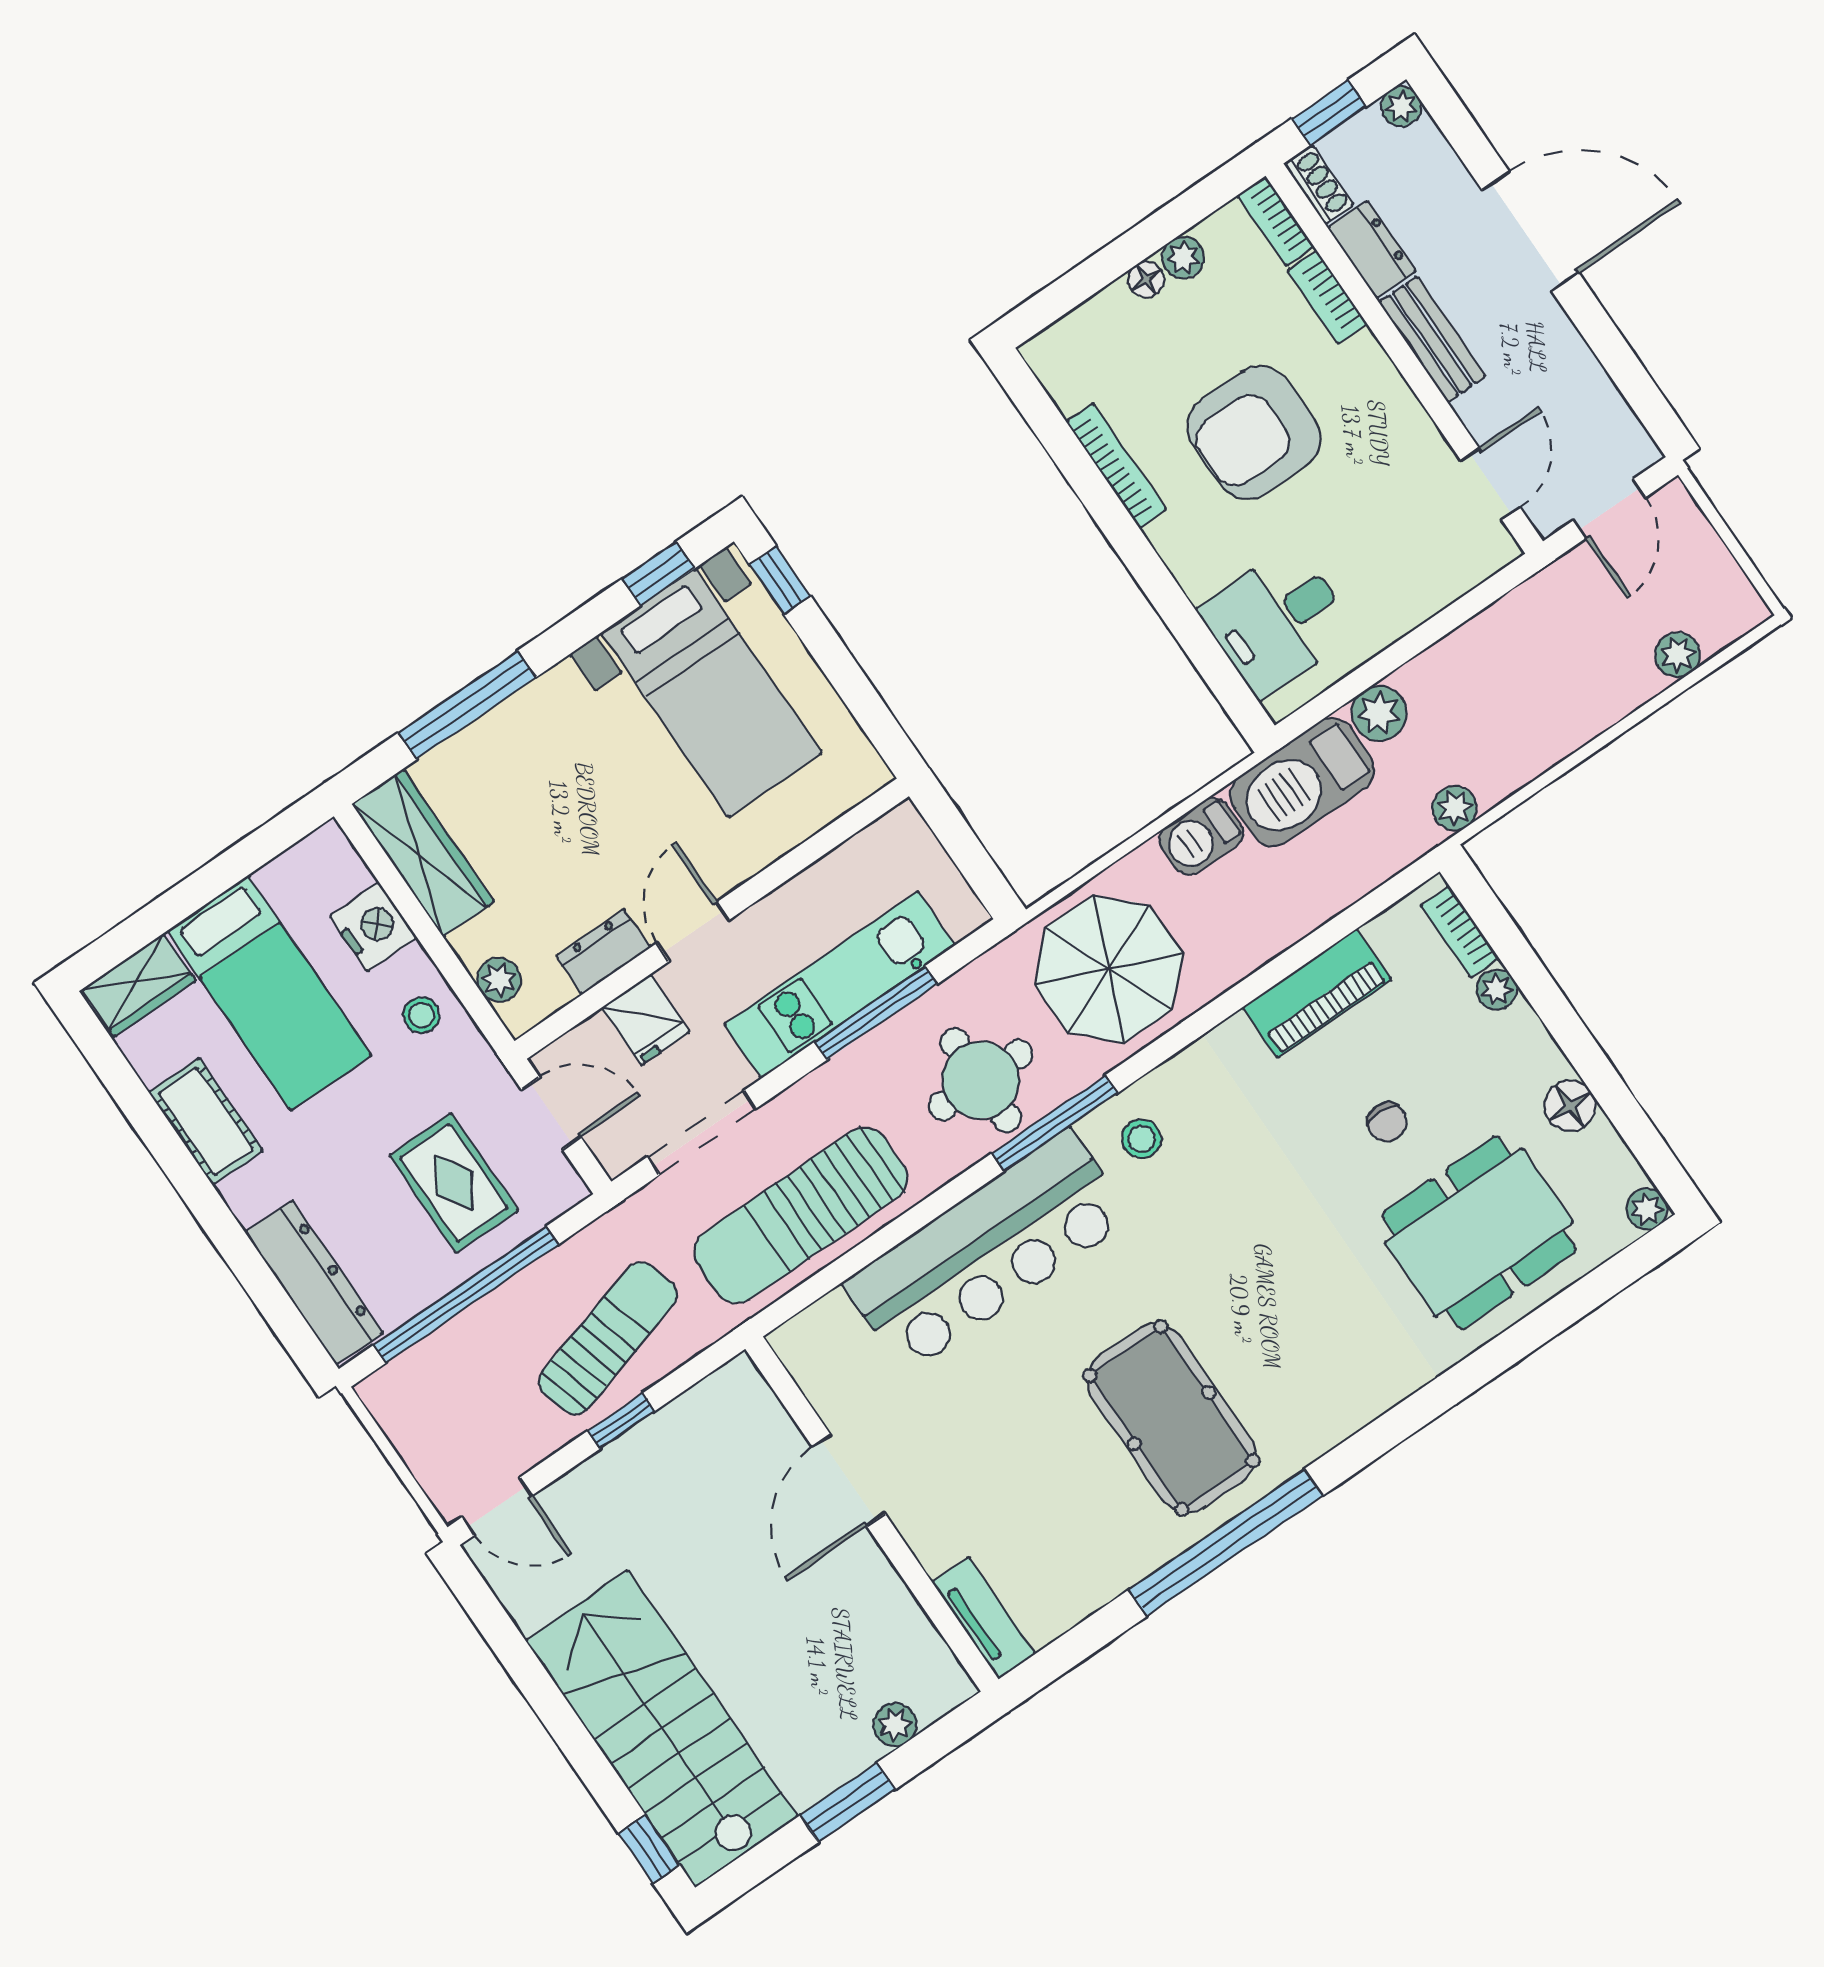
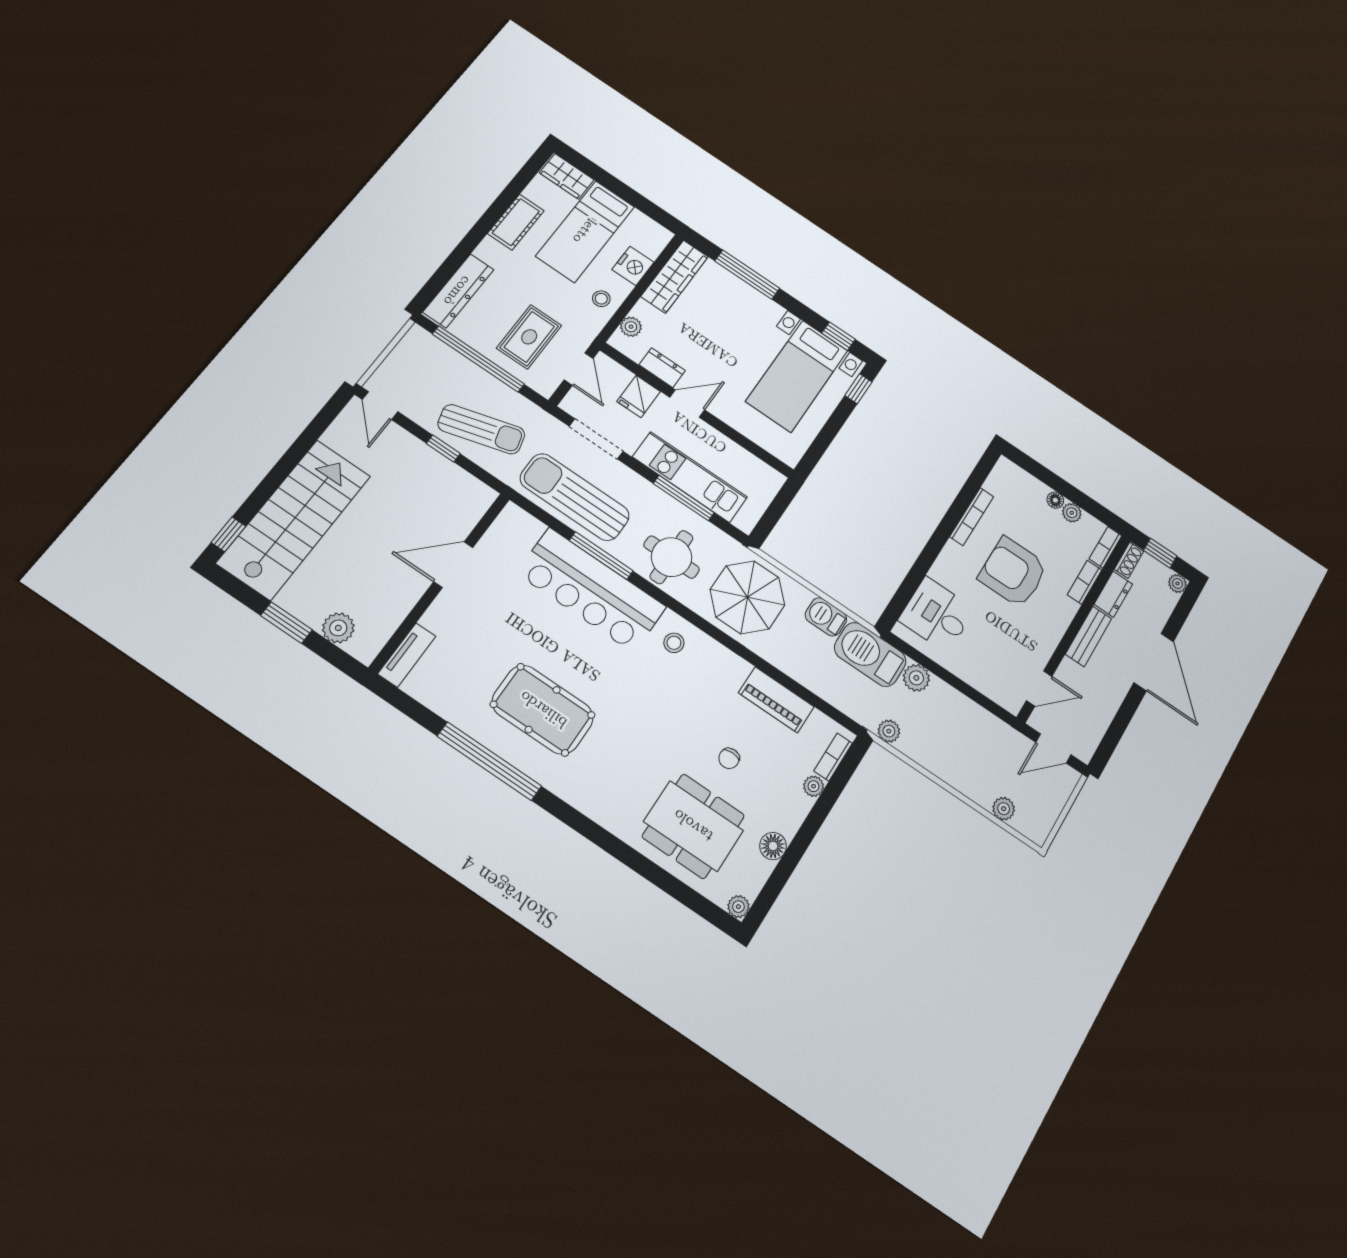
window: (1054, 1123) -> (601, 556), moved
pool table: (1172, 1418) -> (543, 710), turned 90
plant: (895, 1725) -> (338, 628), width x1.38, depth x1.38

